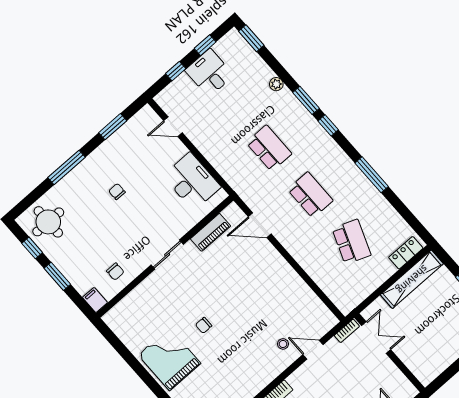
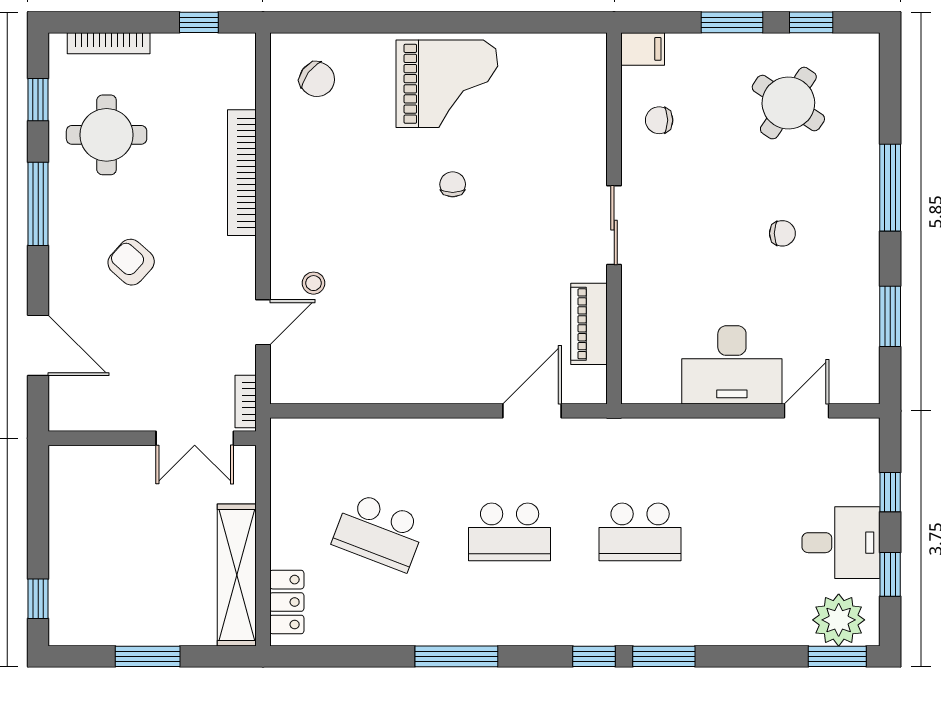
plant: (276, 84) -> (839, 620), moved, width x1.88, depth x1.88
desk: (192, 181) -> (732, 365), moved
round table: (48, 222) -> (788, 103), moved, turned 34

